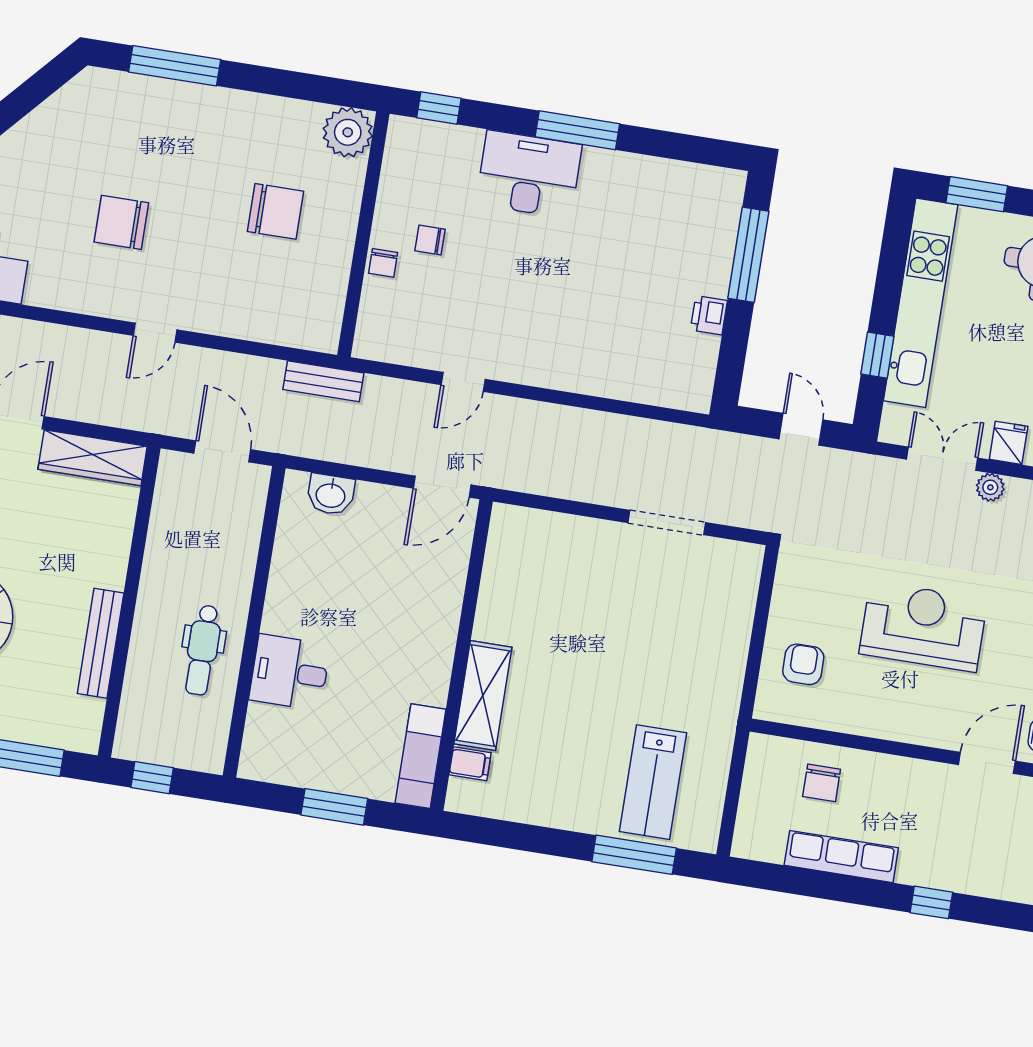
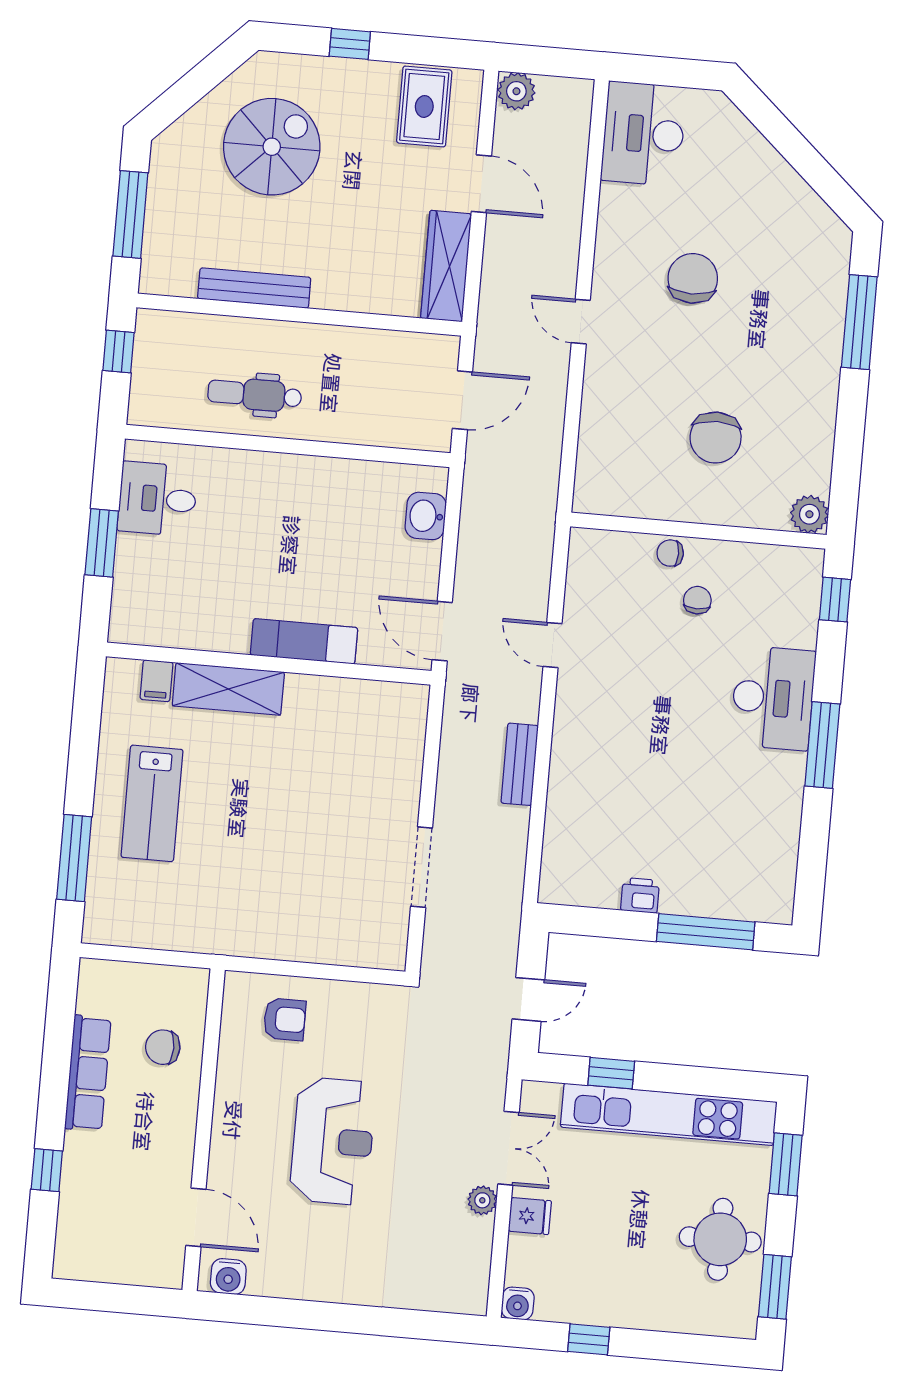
plant: (348, 132) -> (809, 514), width x0.73, depth x0.73
bench: (323, 381) -> (520, 764), moved
desk: (290, 672) -> (158, 499), moved, turned -90
exam couch: (421, 756) -> (304, 641), moved
lab bench: (653, 782) -> (152, 803), moved, turned -90

